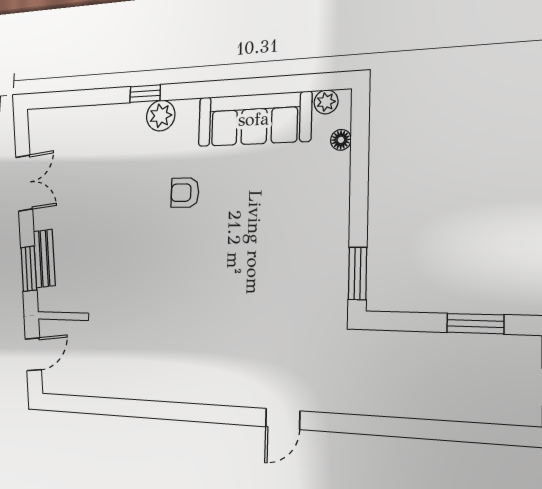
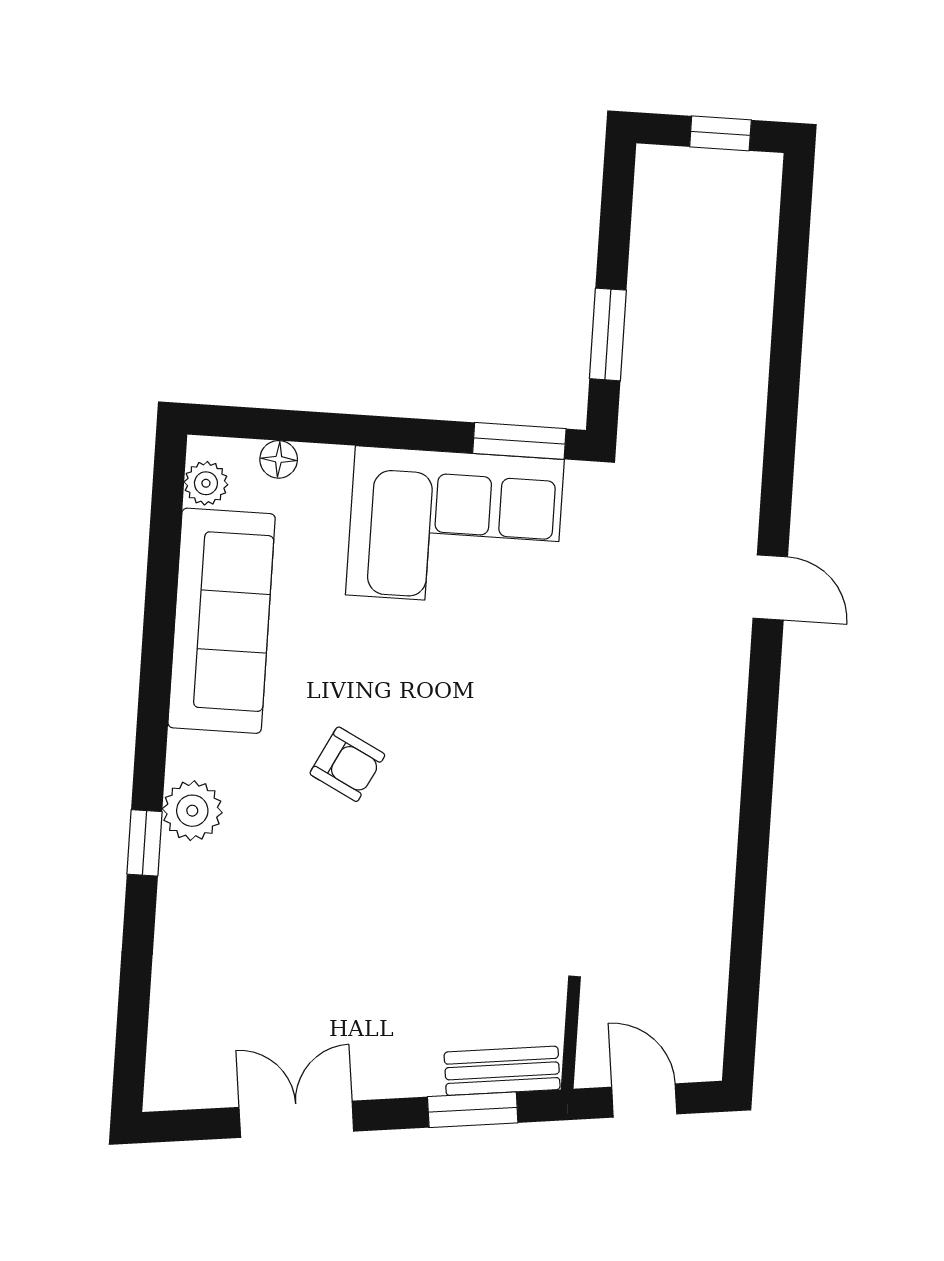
armchair: (185, 193) -> (347, 764), turned -63
corner sofa: (308, 240) -> (455, 527), added
bench: (44, 258) -> (502, 1071), moved
window: (475, 324) -> (608, 334), moved

